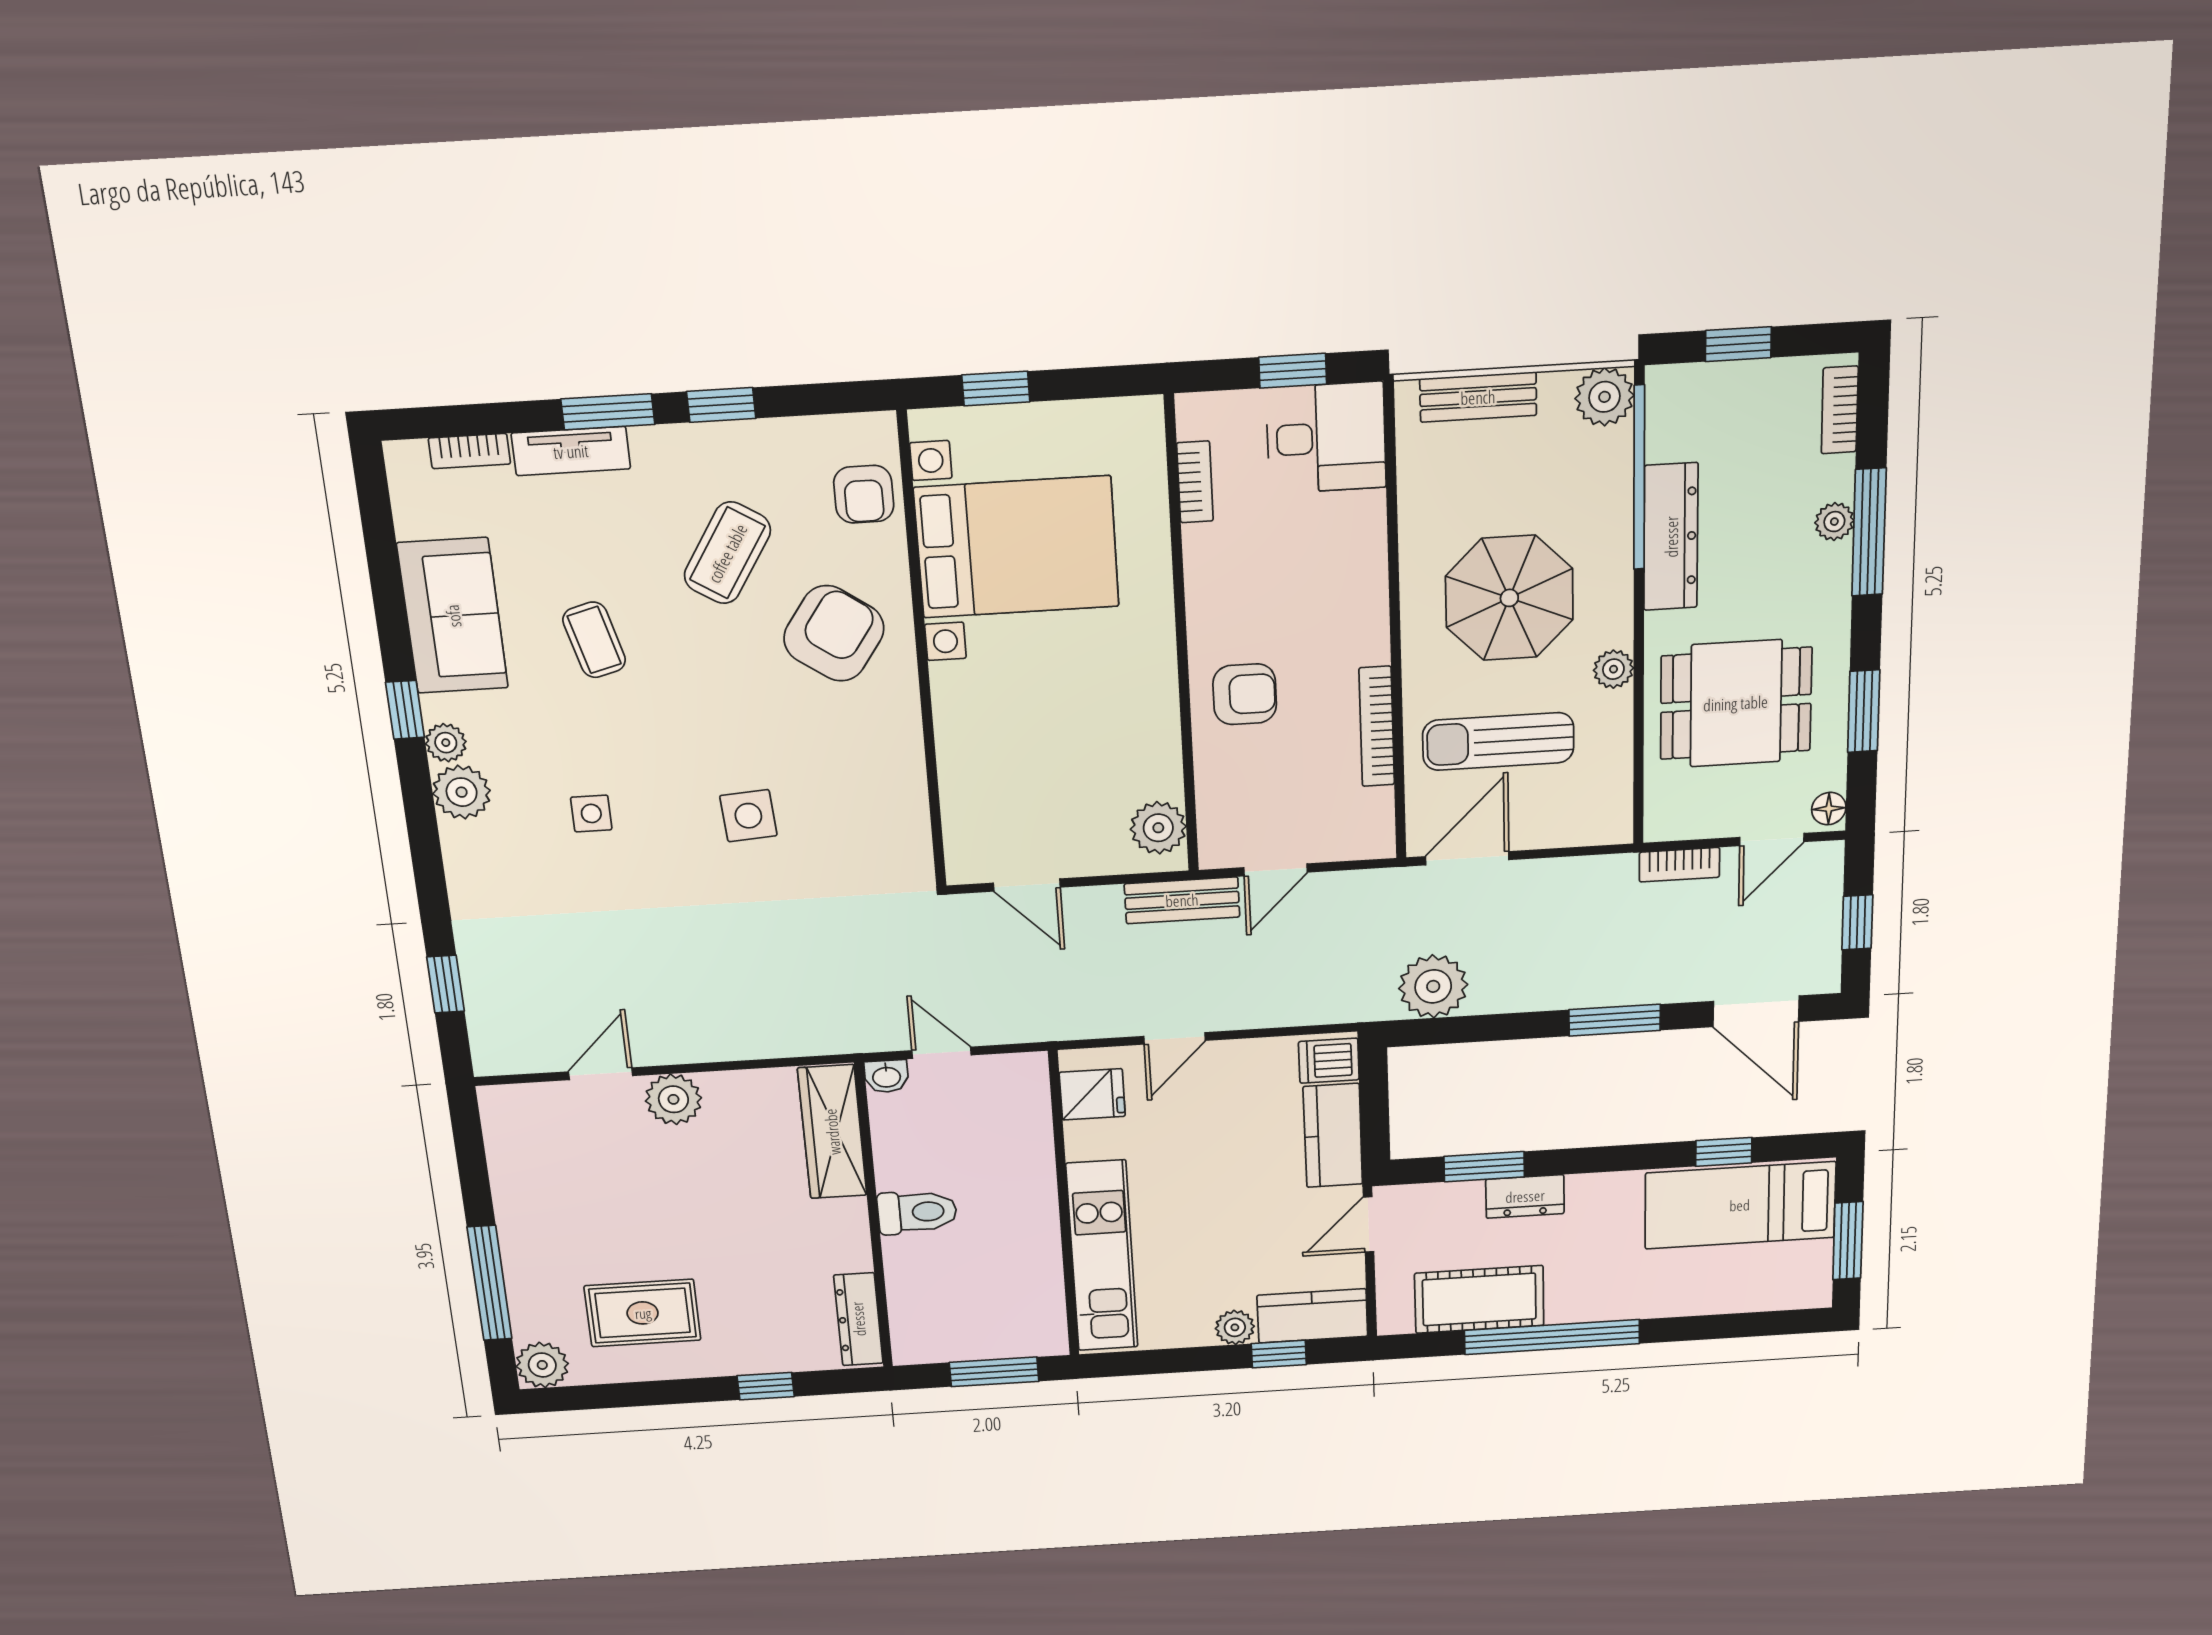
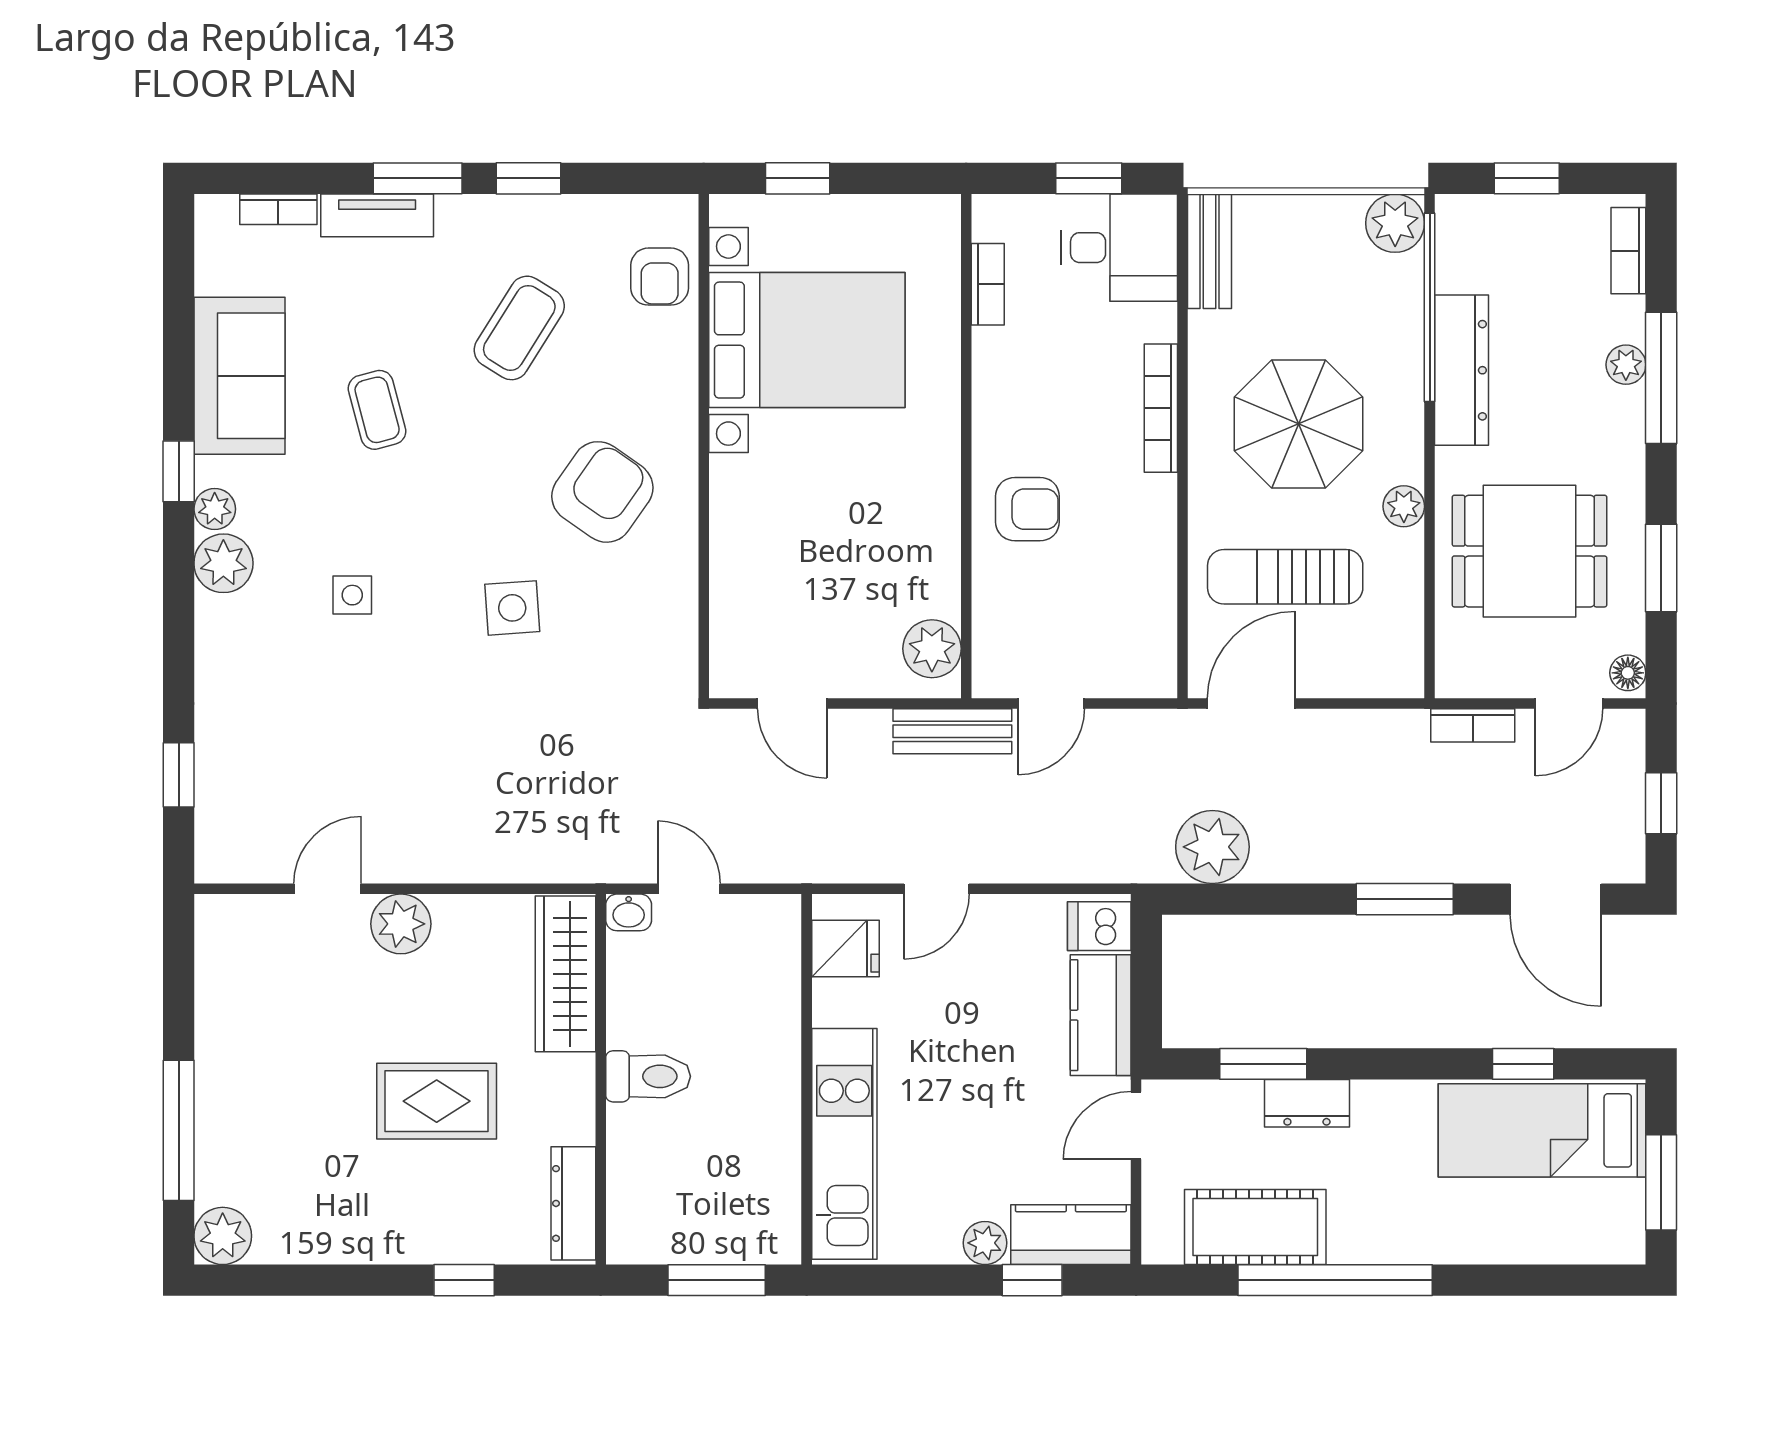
bench: (1478, 397) -> (1209, 251), moved, turned 90
armchair: (834, 633) -> (602, 492), moved
bookcase: (1377, 726) -> (1161, 408), moved
rug: (643, 1313) -> (437, 1101), moved

